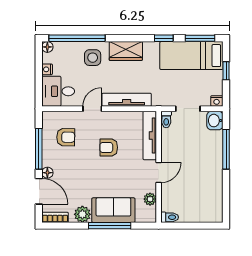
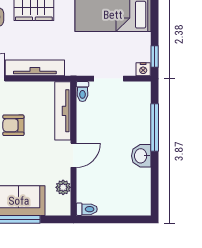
window: (226, 71) -> (155, 56), moved
washbasin: (215, 121) -> (141, 156), moved

